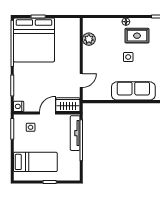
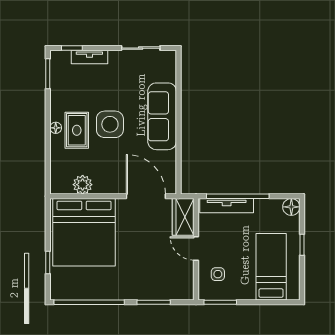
rug: (137, 36) -> (77, 130), moved
bed: (34, 40) -> (84, 232), moved, turned 90
side table: (128, 57) -> (110, 124), width x1.87, depth x1.87
door: (81, 80) -> (146, 196), width x1.87
nightstand: (19, 106) -> (186, 292), removed
floor lamp: (74, 175) -> (291, 207), added

